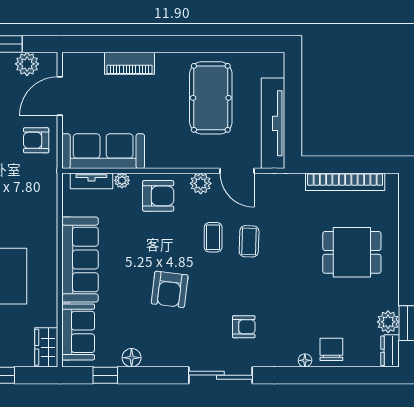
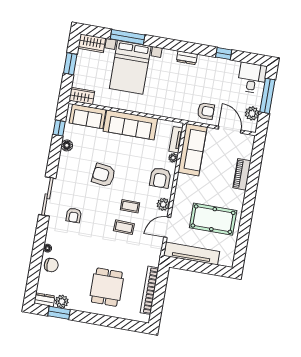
armchair: (36, 140) -> (206, 111), turned 90

